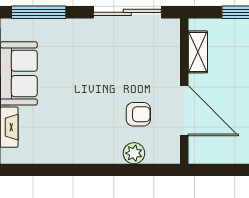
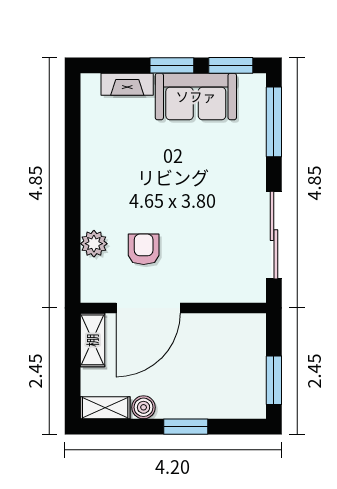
shelving: (198, 52) -> (92, 340), moved, turned 90
armchair: (138, 114) -> (144, 249), turned 180

